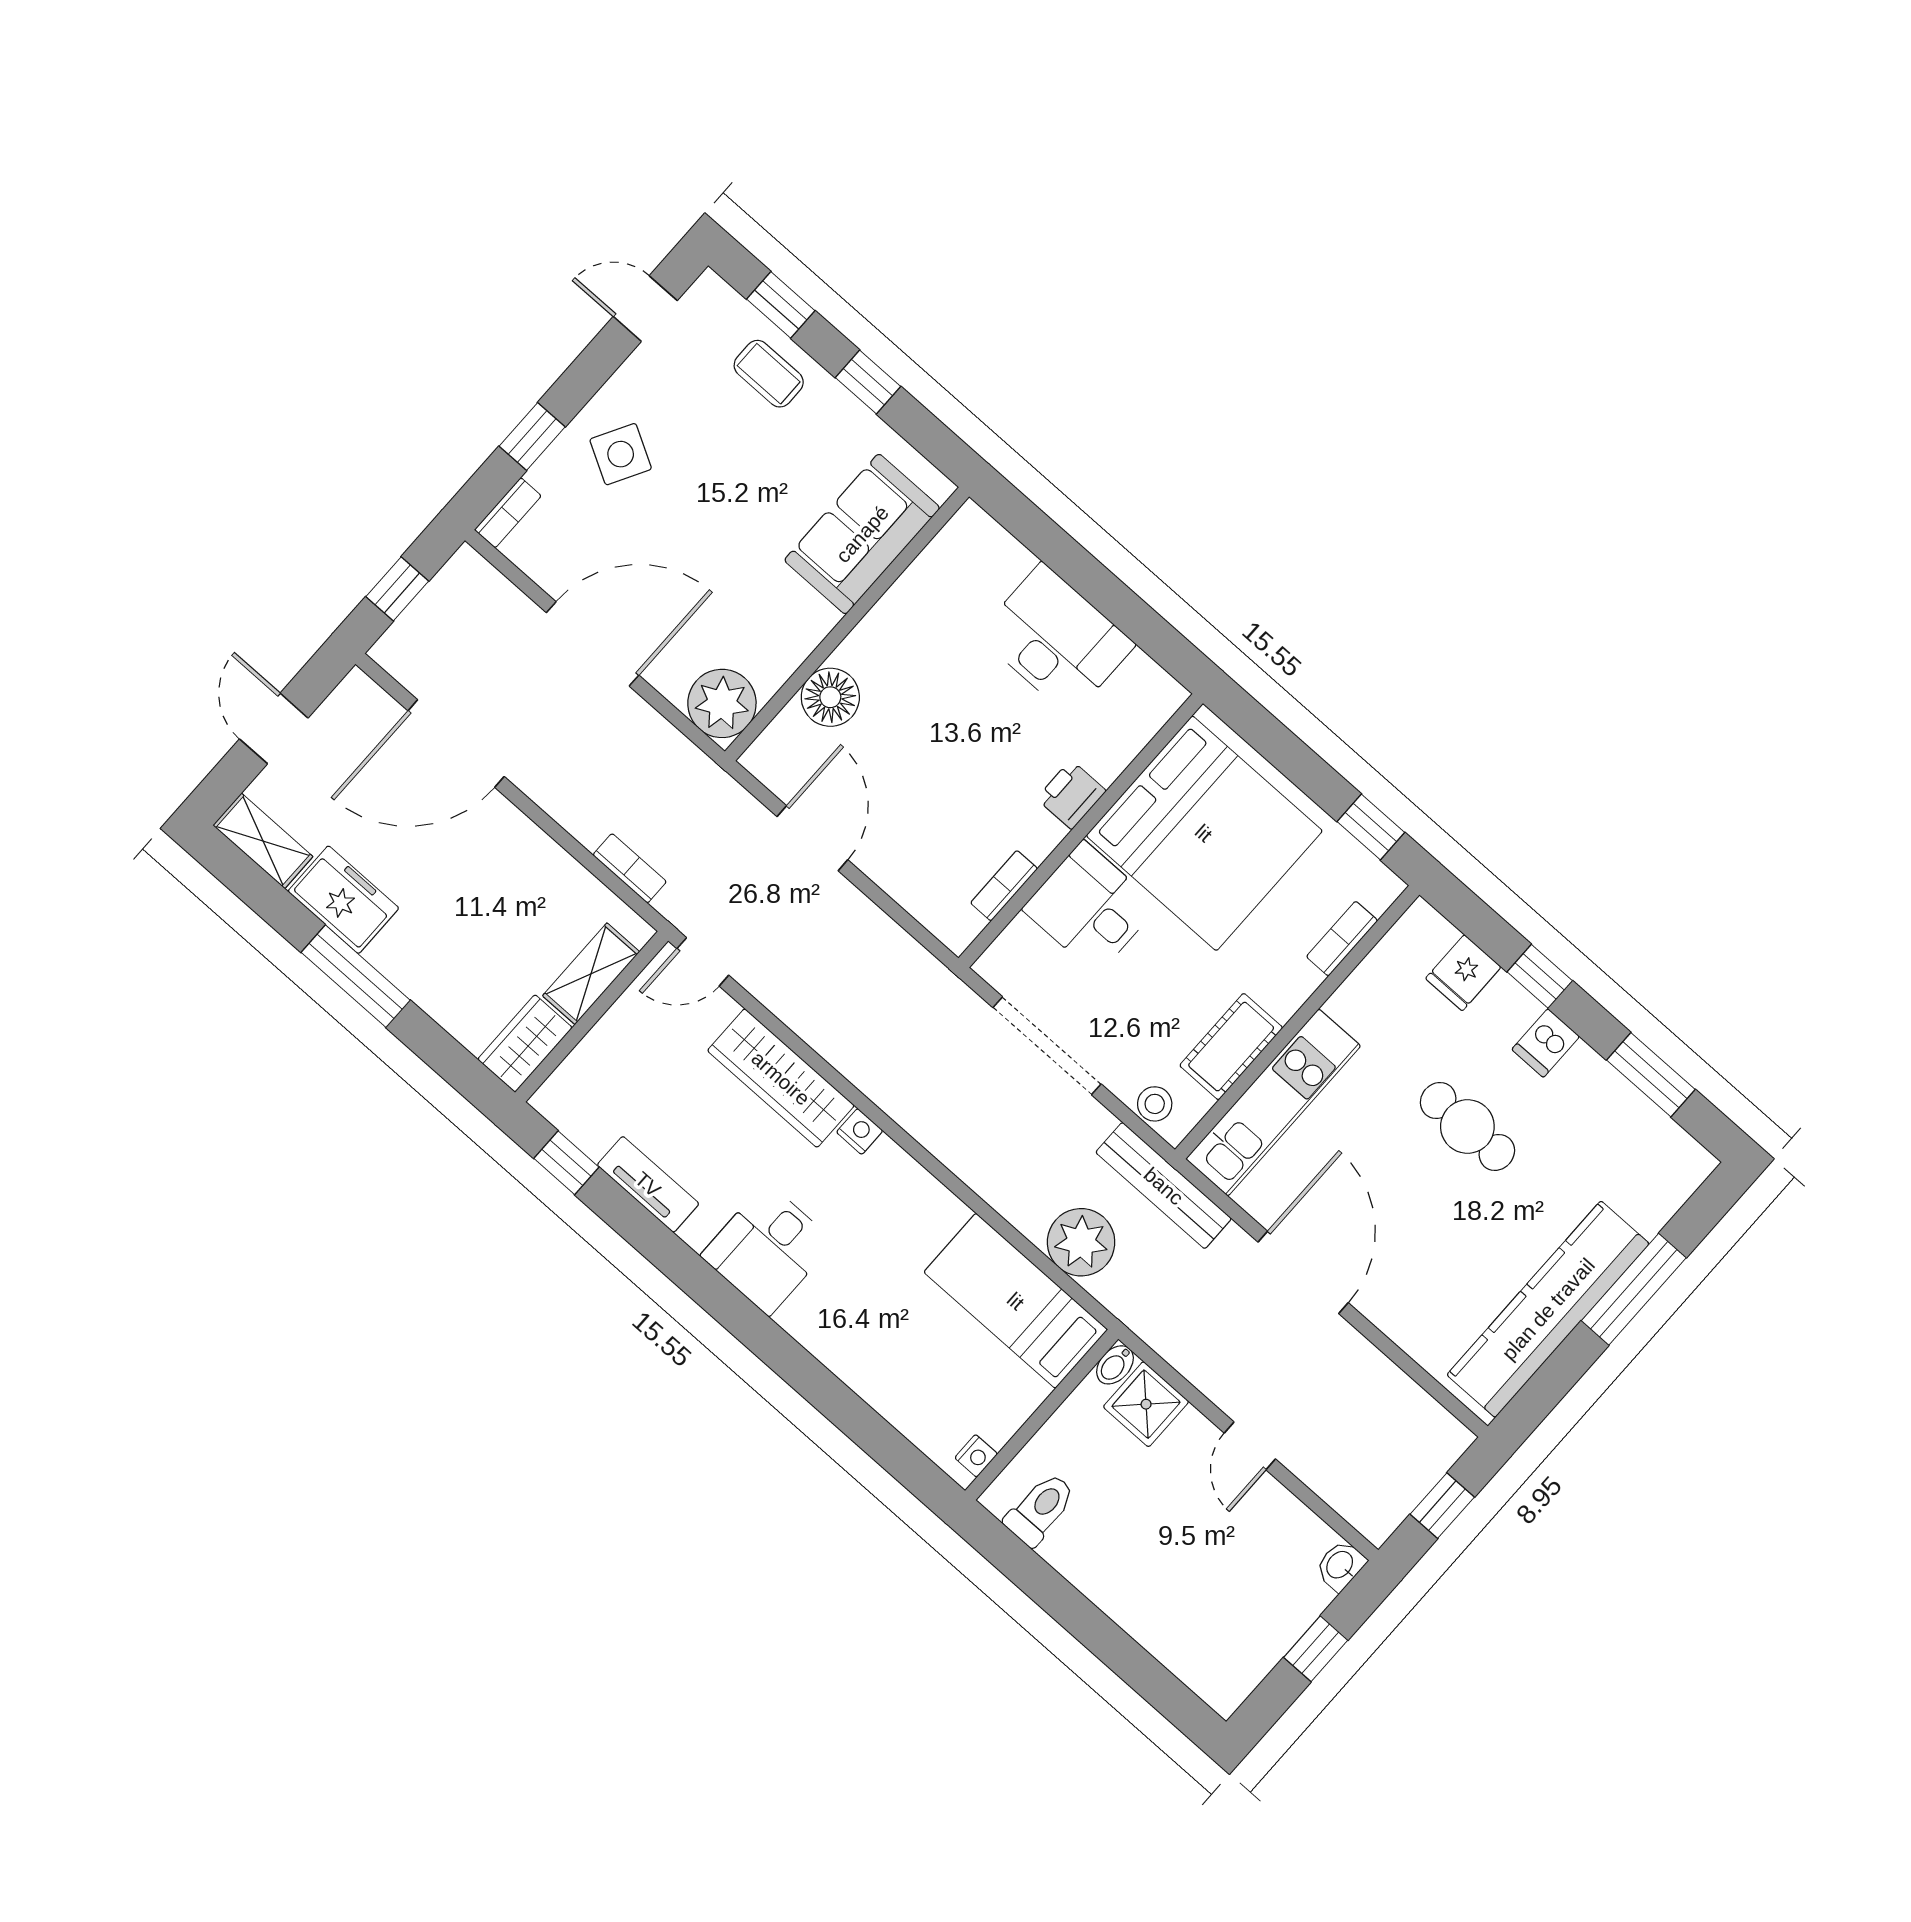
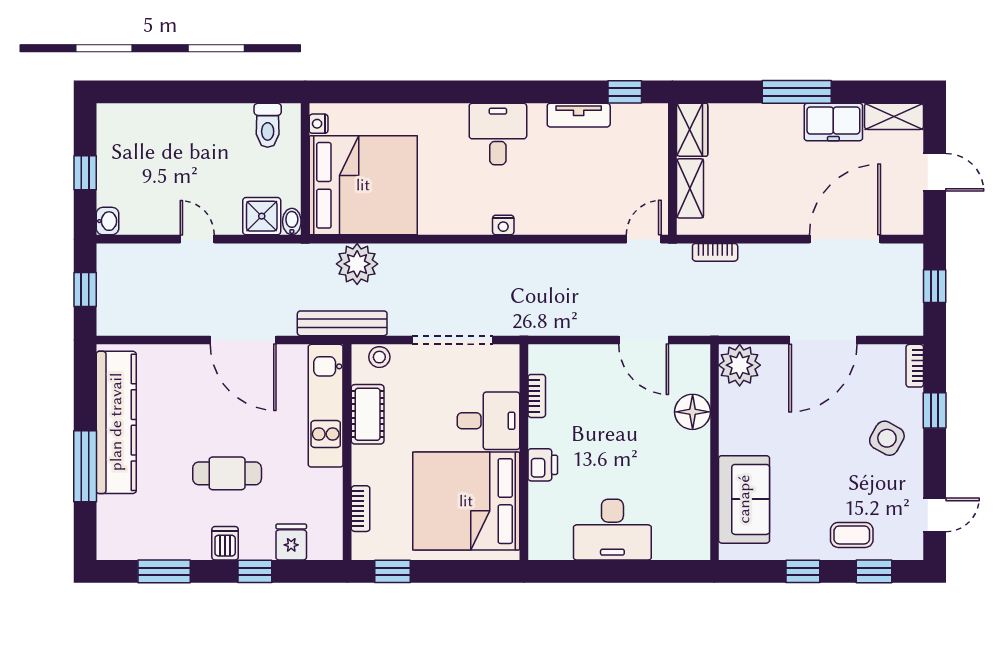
wardrobe: (781, 1078) -> (561, 218), removed
bed: (1016, 1301) -> (363, 185), width x2.04

